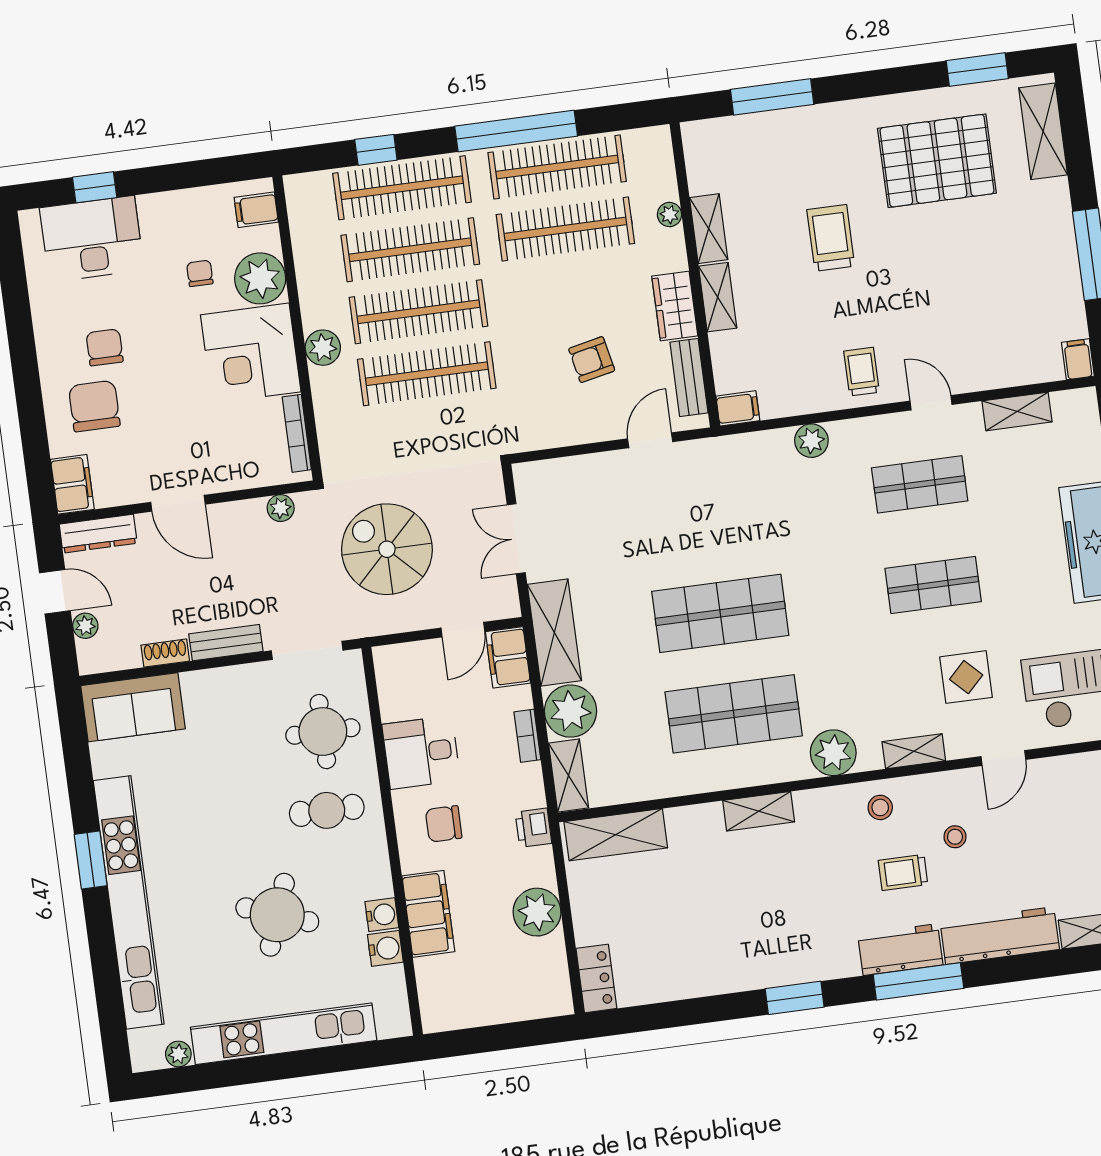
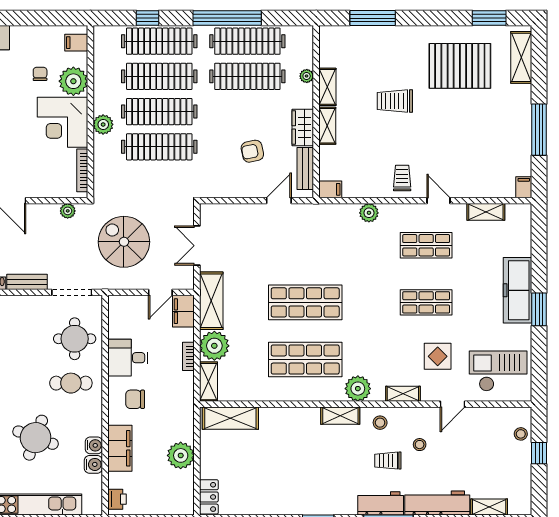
trolley: (831, 238) -> (395, 101), turned -90
shelving: (759, 811) -> (340, 416), moved
printer: (533, 828) -> (117, 499), moved, turned 180

